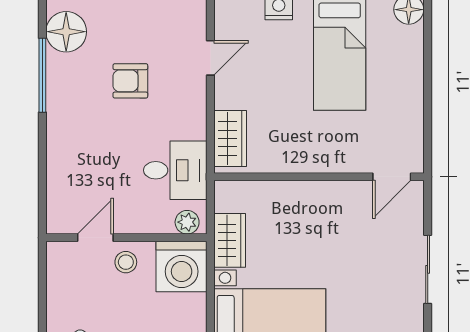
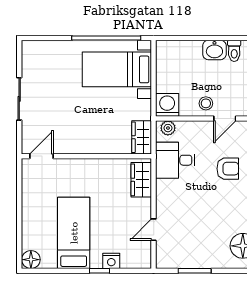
armchair: (130, 81) -> (228, 169), moved
wardrobe: (230, 240) -> (142, 137), moved
washing machine: (182, 266) -> (167, 105), width x0.73, depth x0.73

